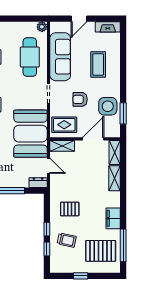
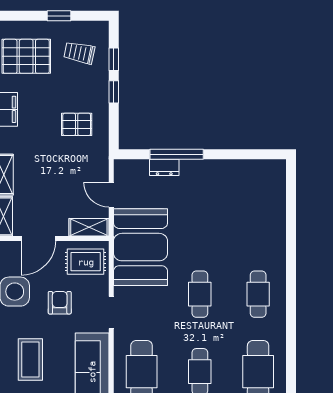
armchair: (80, 99) -> (60, 303), turned -90
dresser: (38, 183) -> (164, 167), moved
trolley: (67, 240) -> (79, 53), moved

